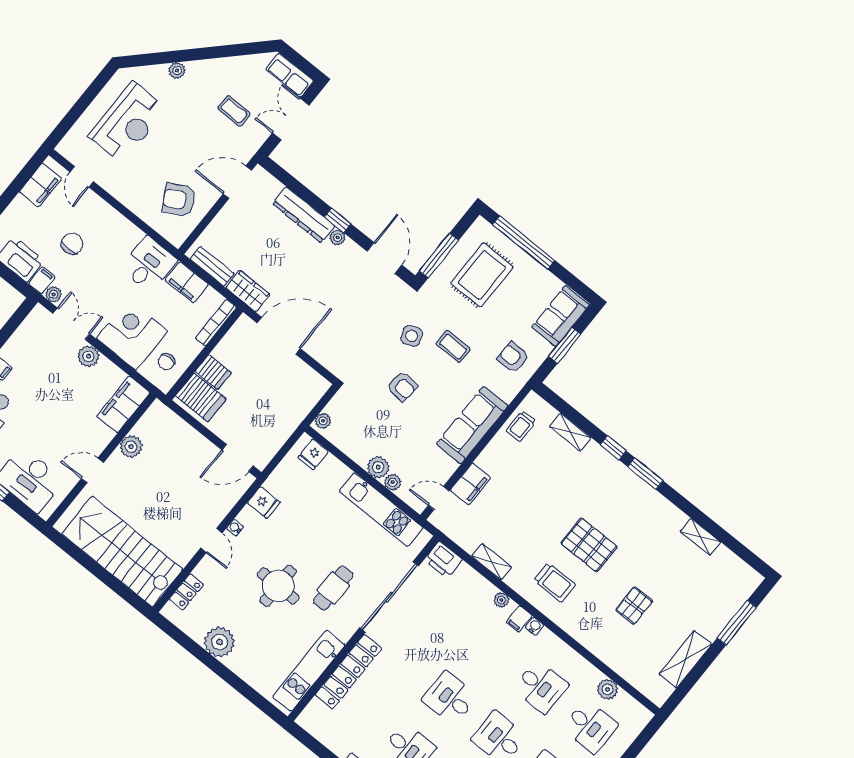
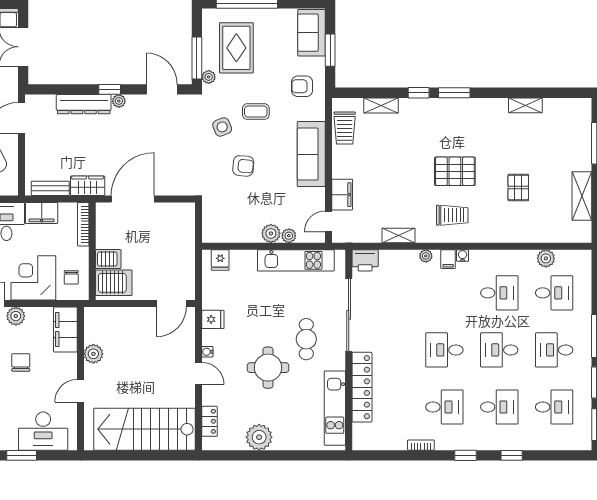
chair: (59, 402) -> (21, 362), added
plant: (323, 421) -> (209, 77), moved
trolley: (521, 426) -> (345, 128), width x1.36, depth x1.39

